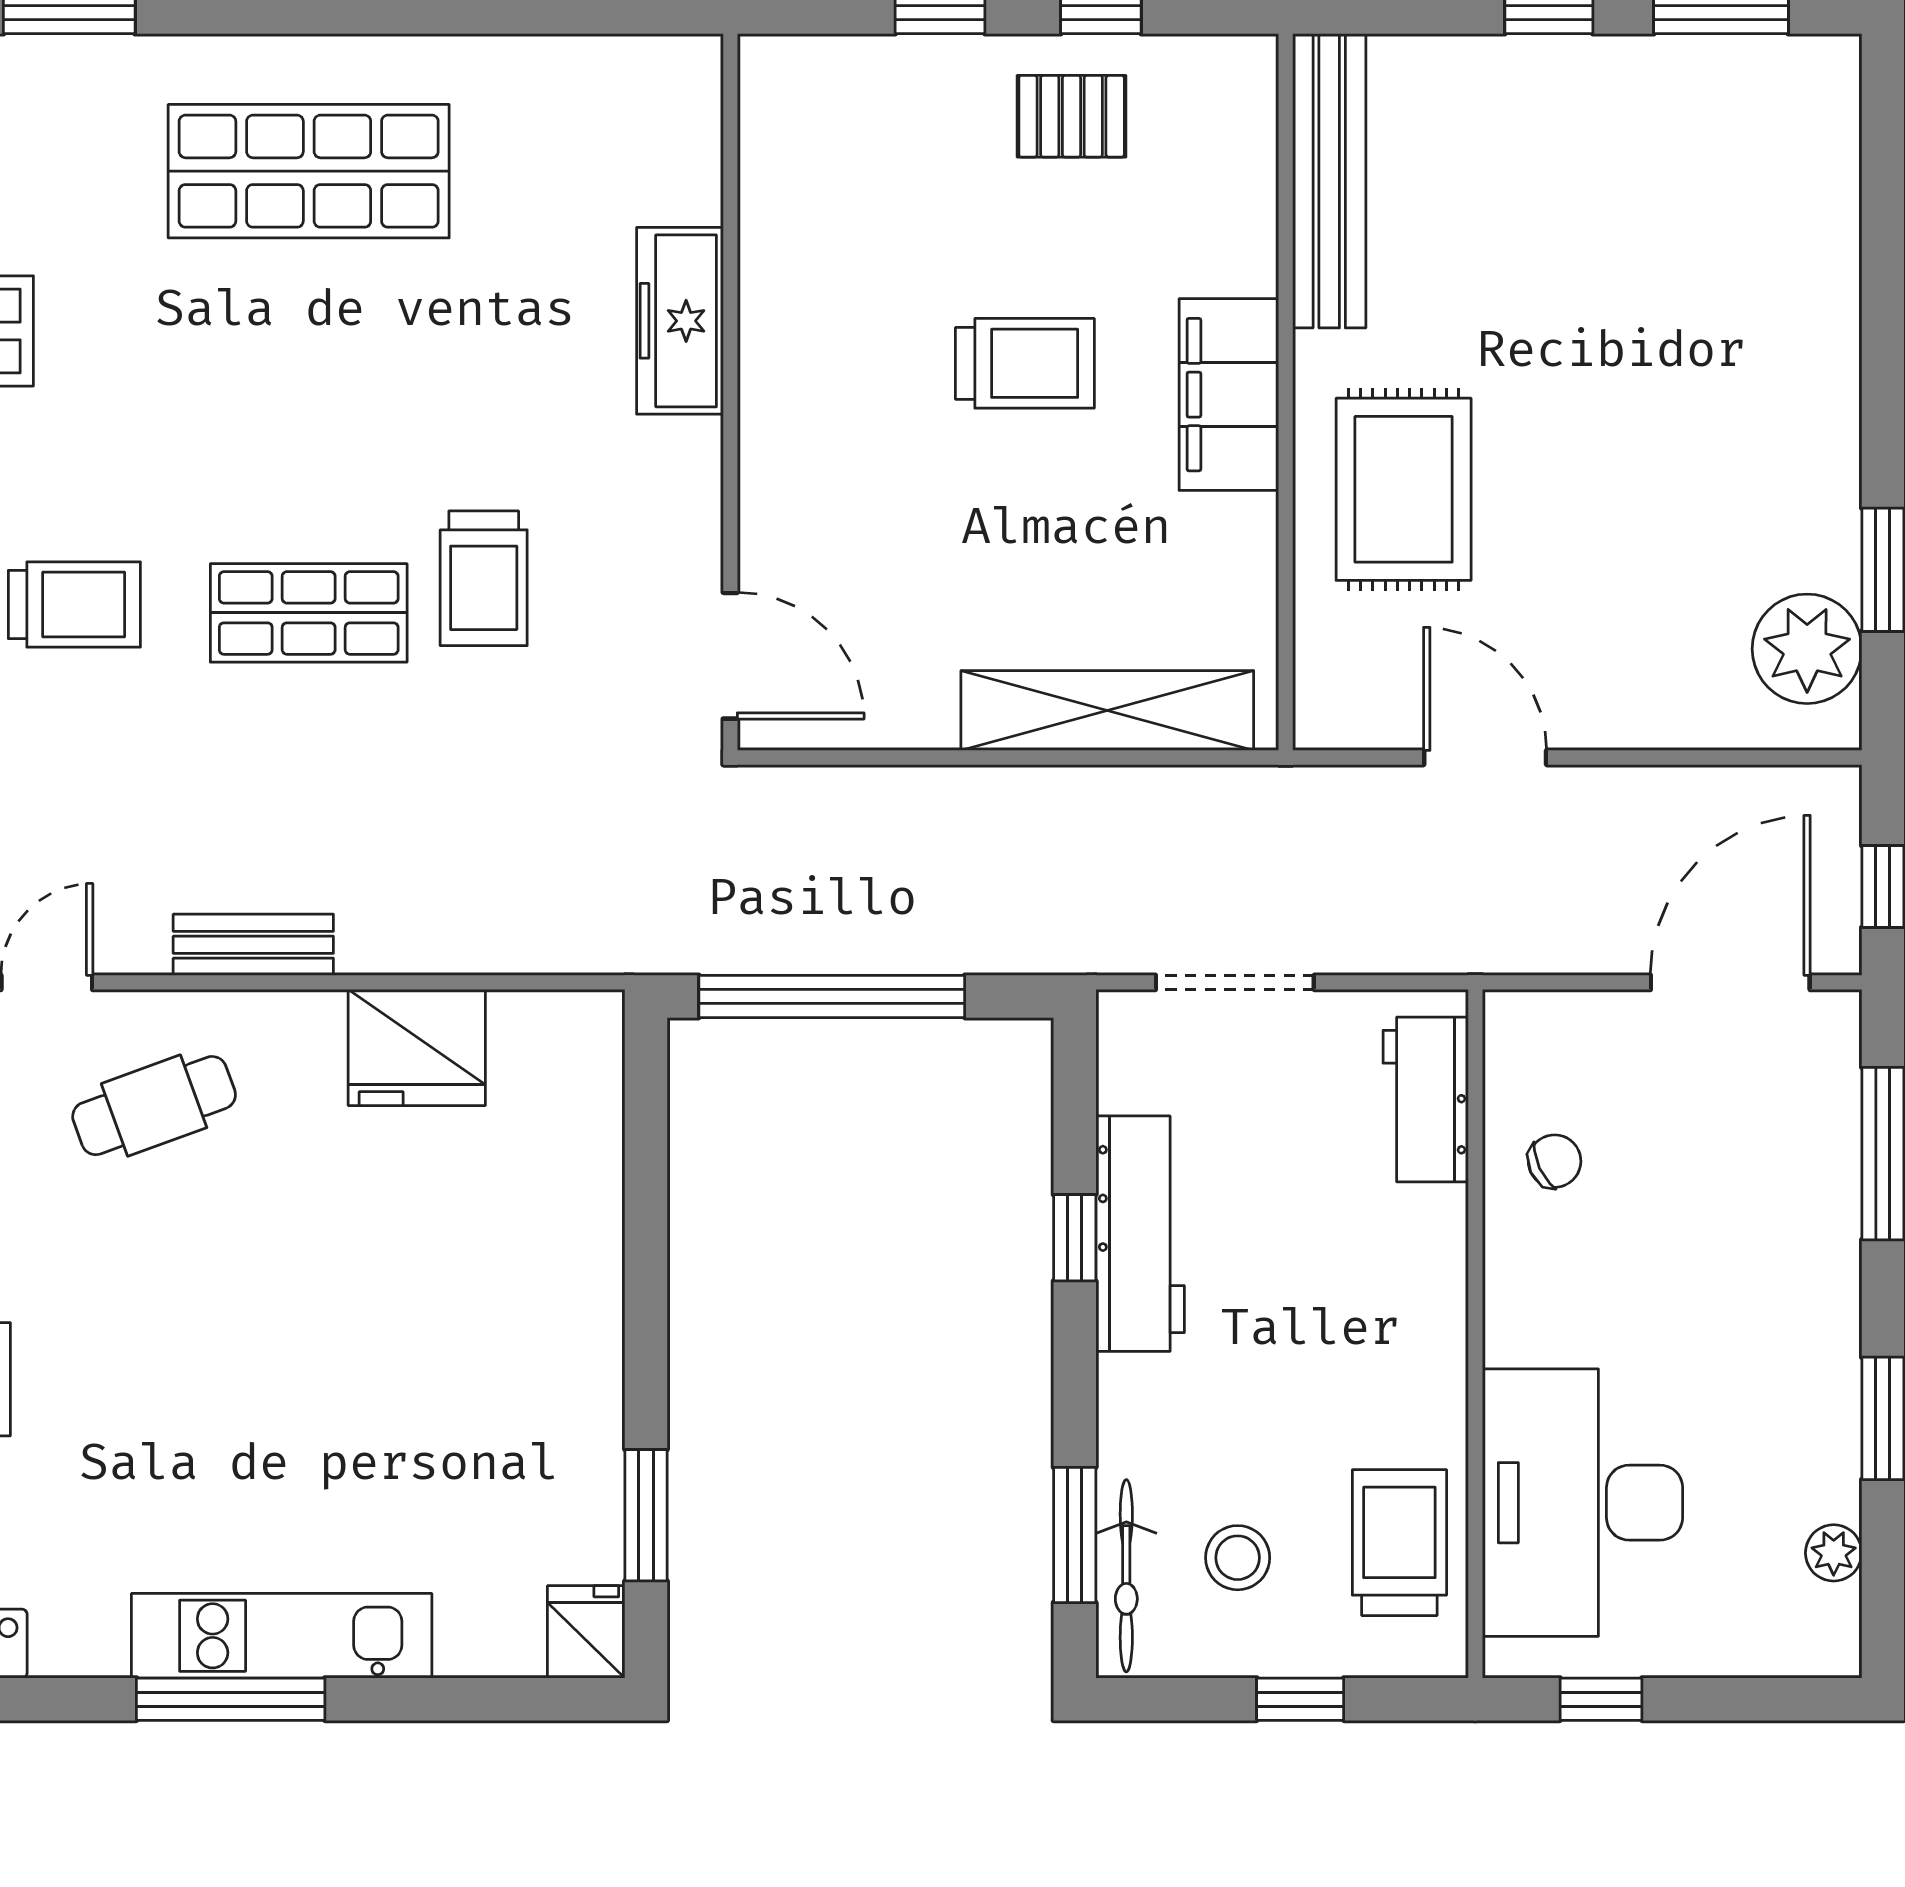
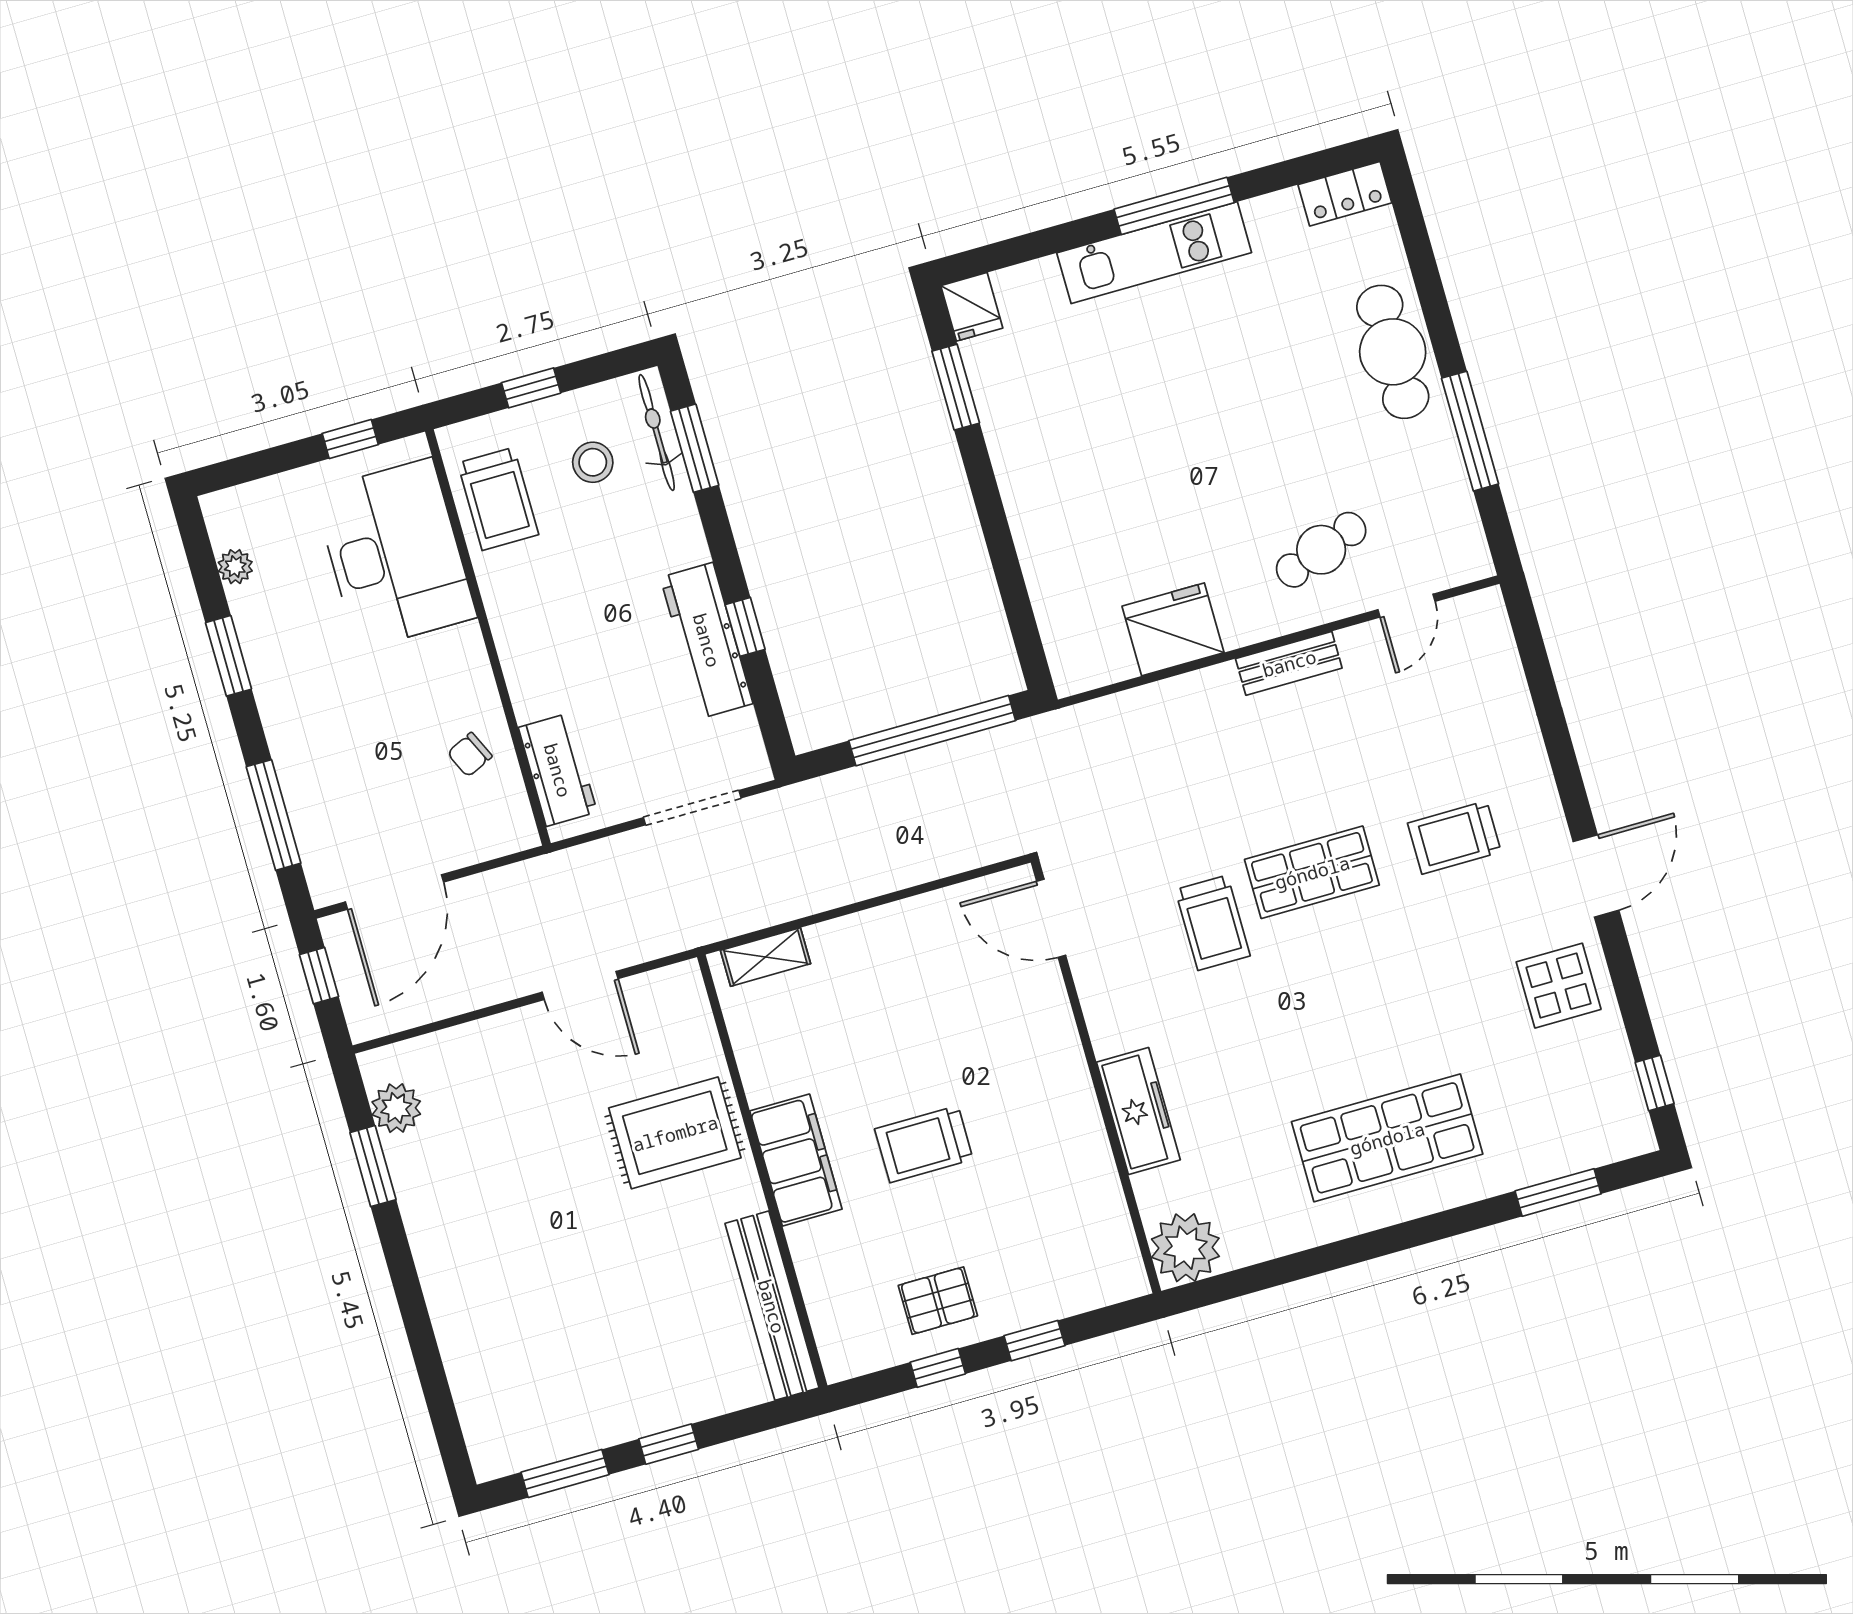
plant: (667, 90) -> (1185, 1248), added
rug: (1404, 489) -> (675, 1133), turned 90
trolley: (484, 578) -> (1213, 923), turned 180
plant: (1807, 649) -> (396, 1108), width x0.73, depth x0.73
shelving: (1107, 711) -> (766, 957), width x0.45, depth x0.75

